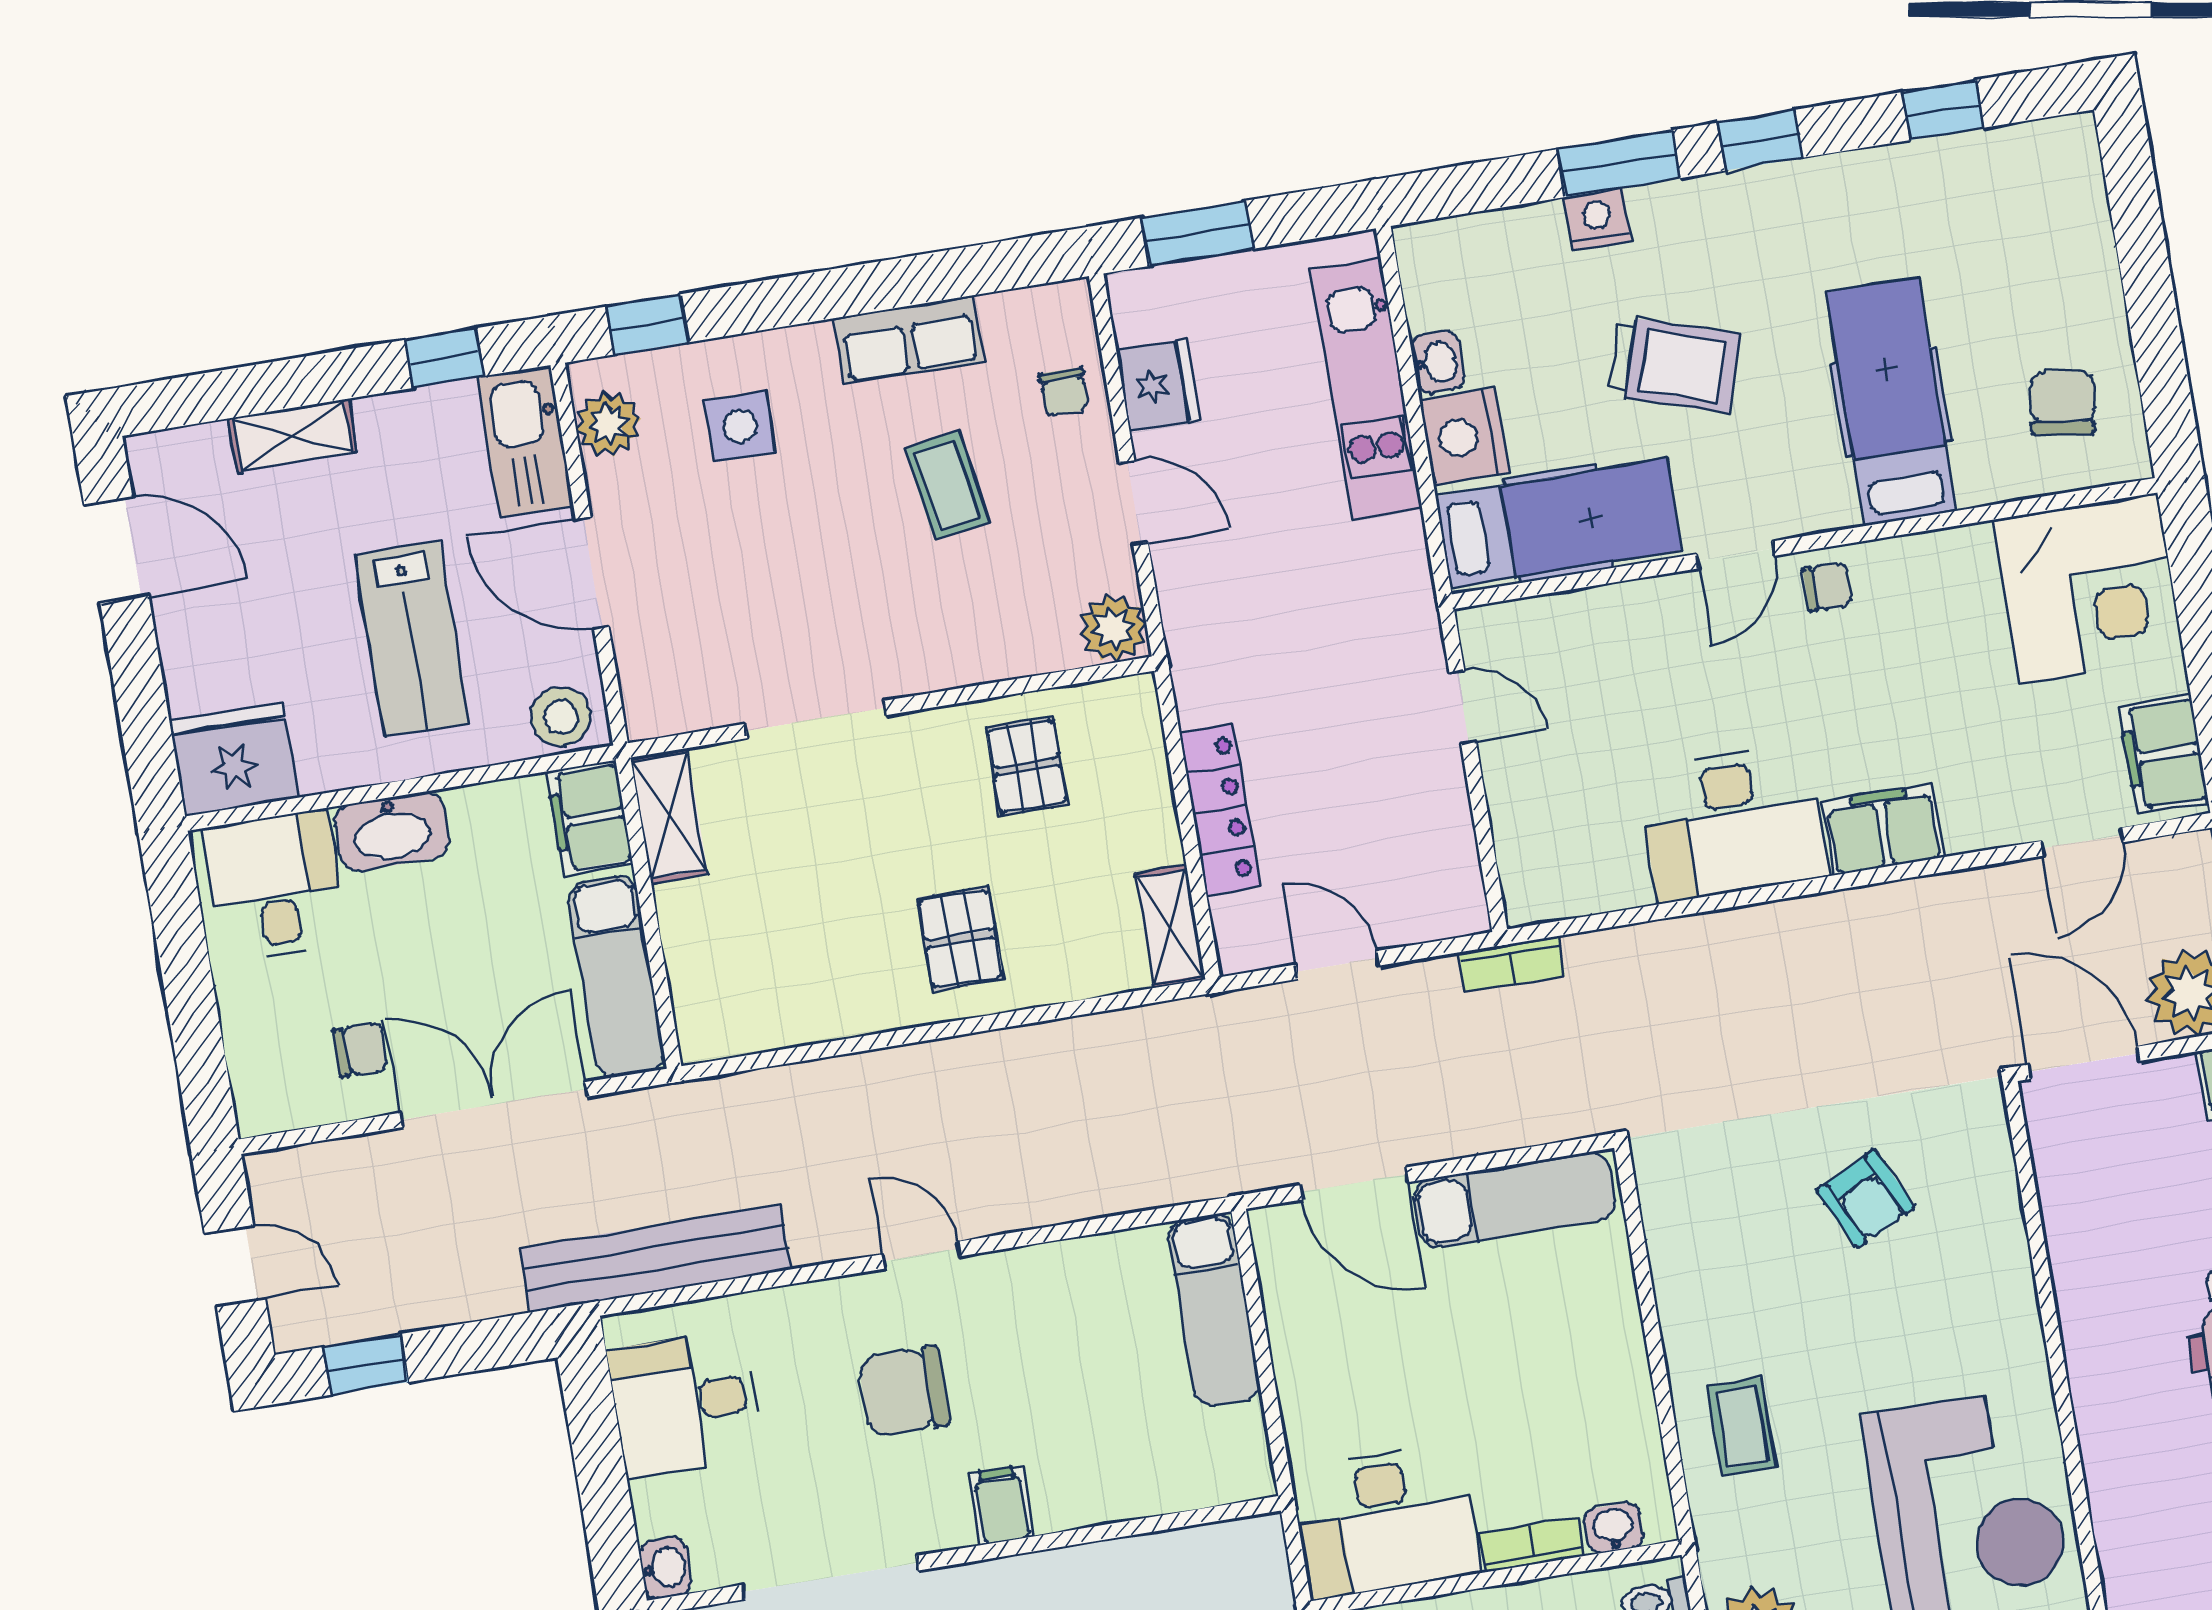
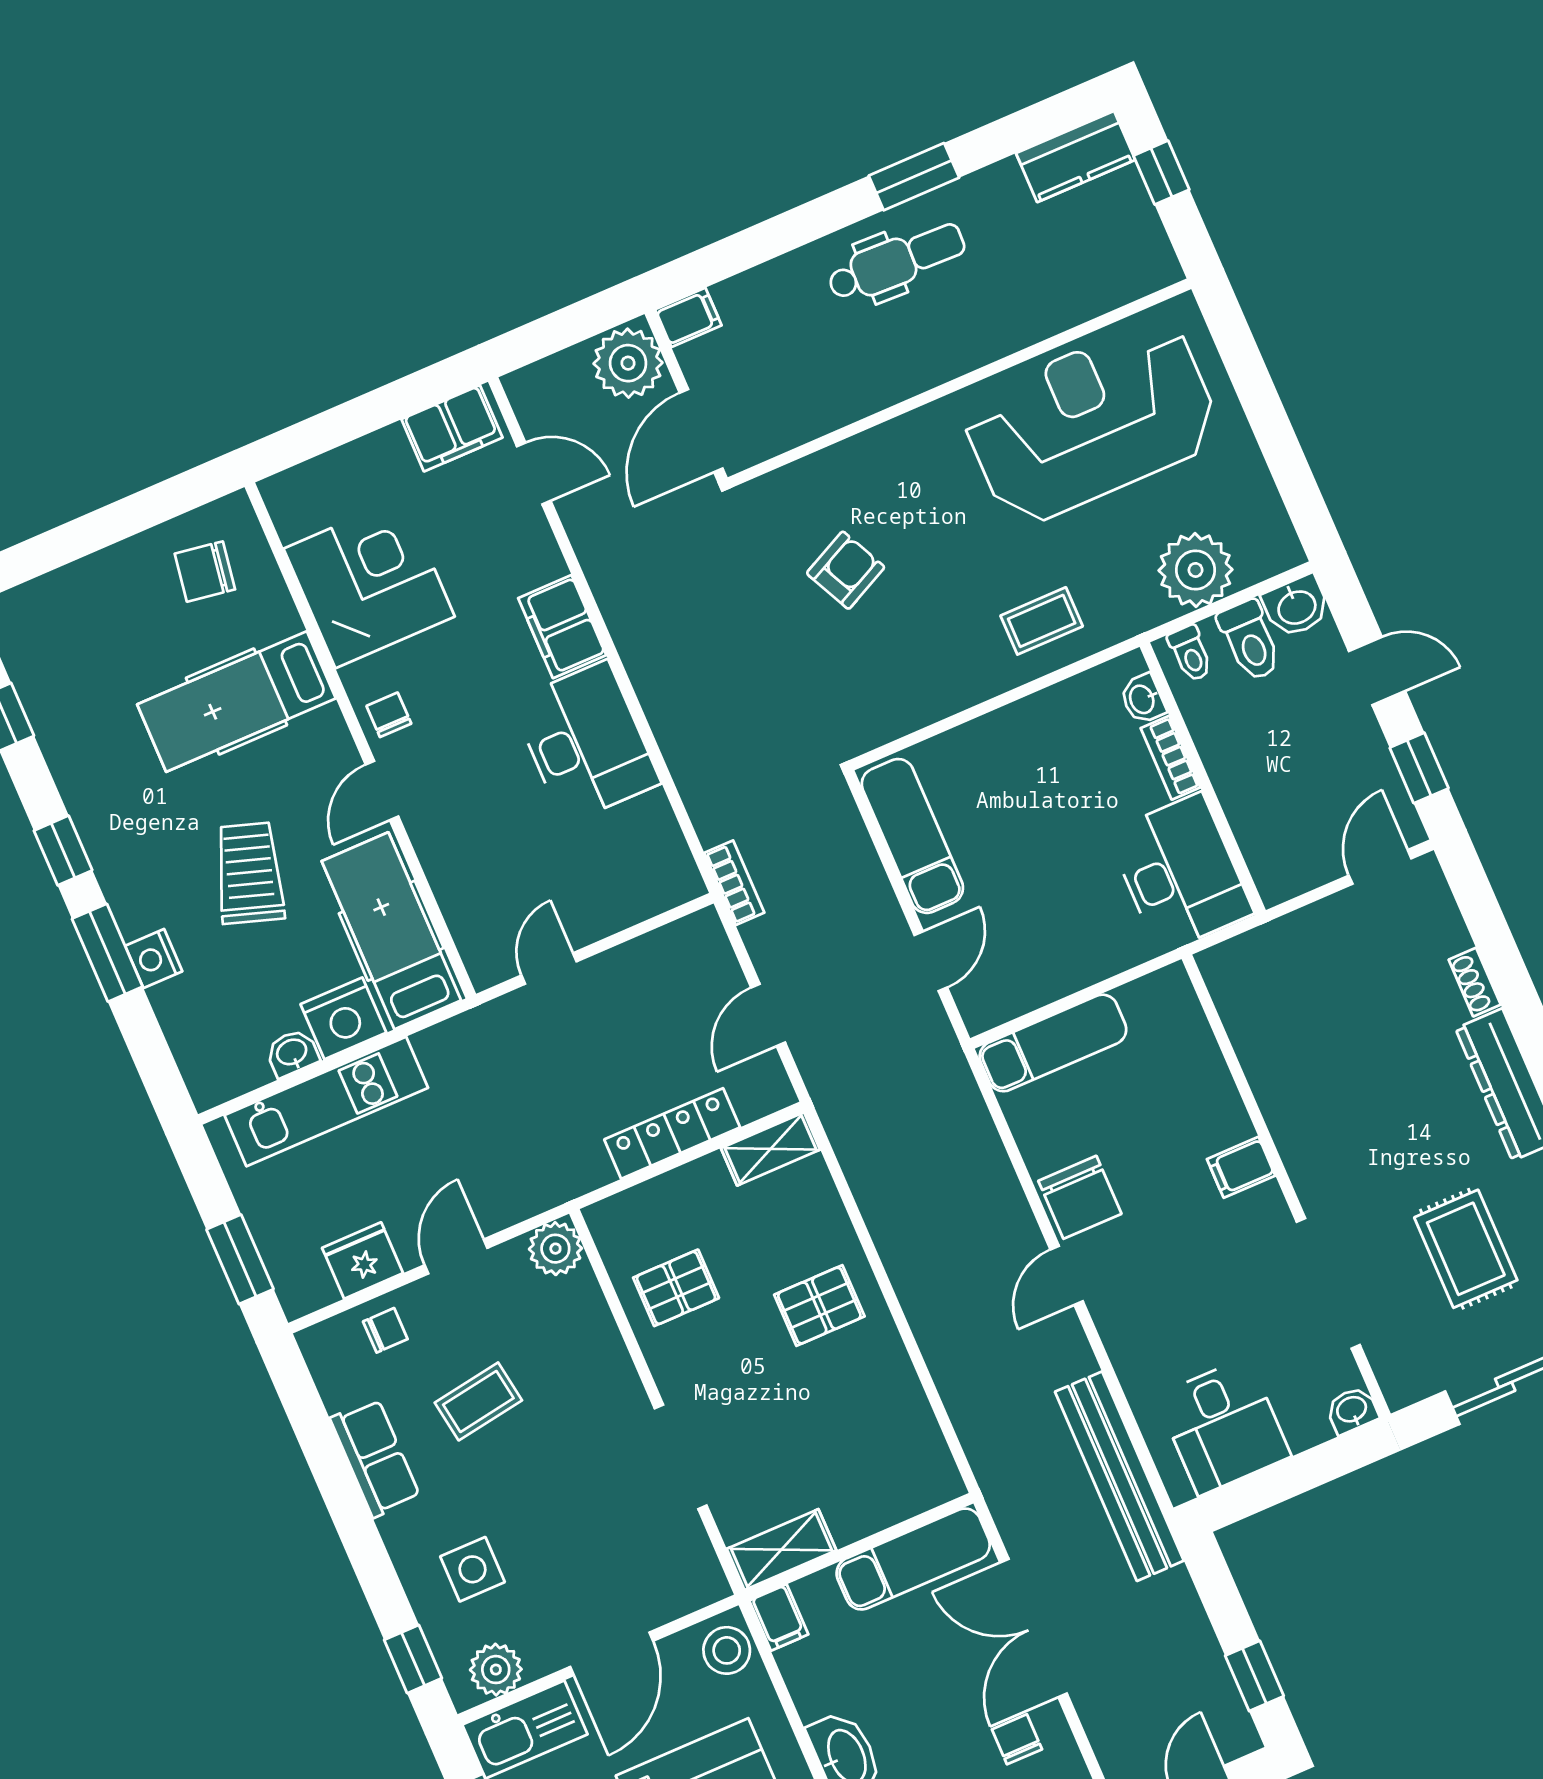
door: (1736, 555) -> (382, 791), swing flipped
corner desk: (2089, 588) -> (369, 583), moved
filing cabinet: (590, 818) -> (779, 1617), width x0.50
door: (1354, 1184) -> (931, 961), width x0.73
chair: (904, 1392) -> (1080, 1197), moved

